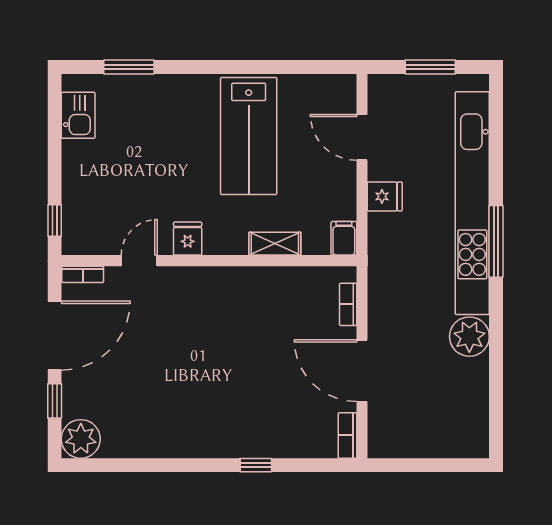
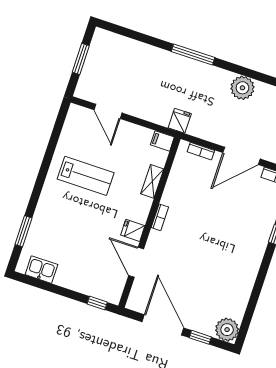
lab bench: (249, 136) -> (86, 176), width x0.73, depth x0.72
door: (362, 137) -> (108, 111), hinge flipped
fridge: (385, 196) -> (180, 121), moved
kitchen unit: (472, 203) -> (167, 61), removed
door: (139, 261) -> (136, 262), width x1.38
bookcase: (83, 274) -> (160, 217), moved

